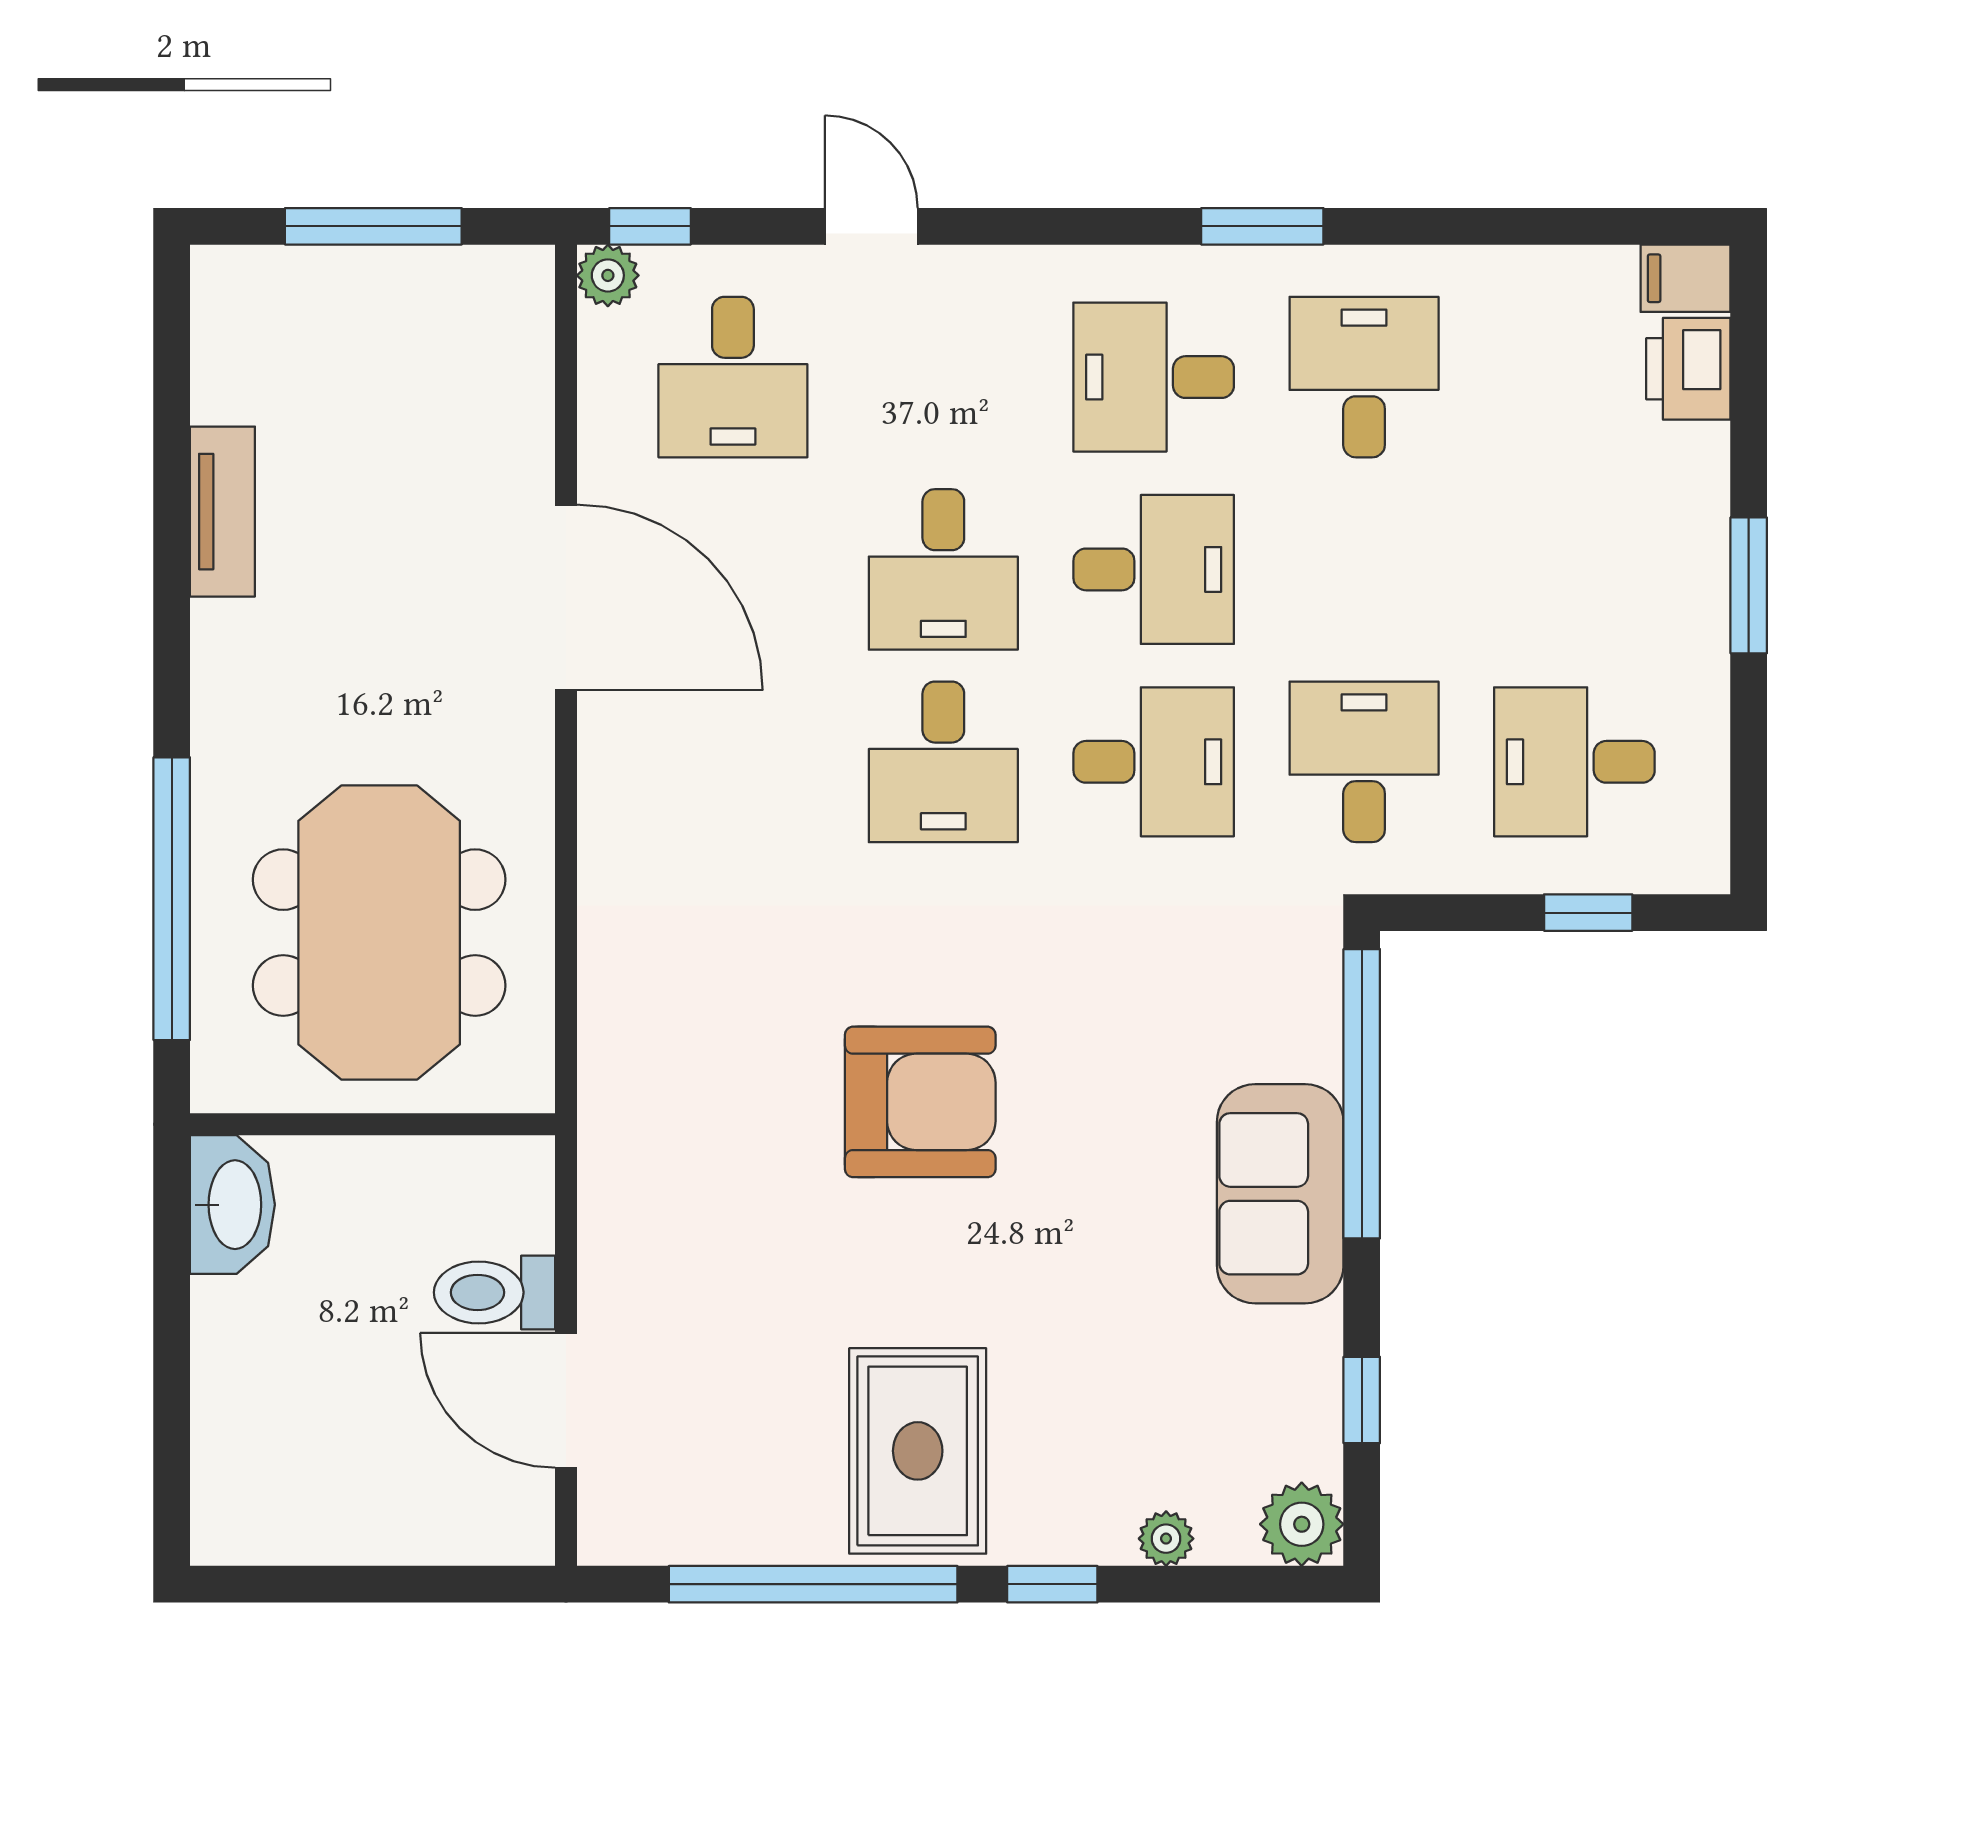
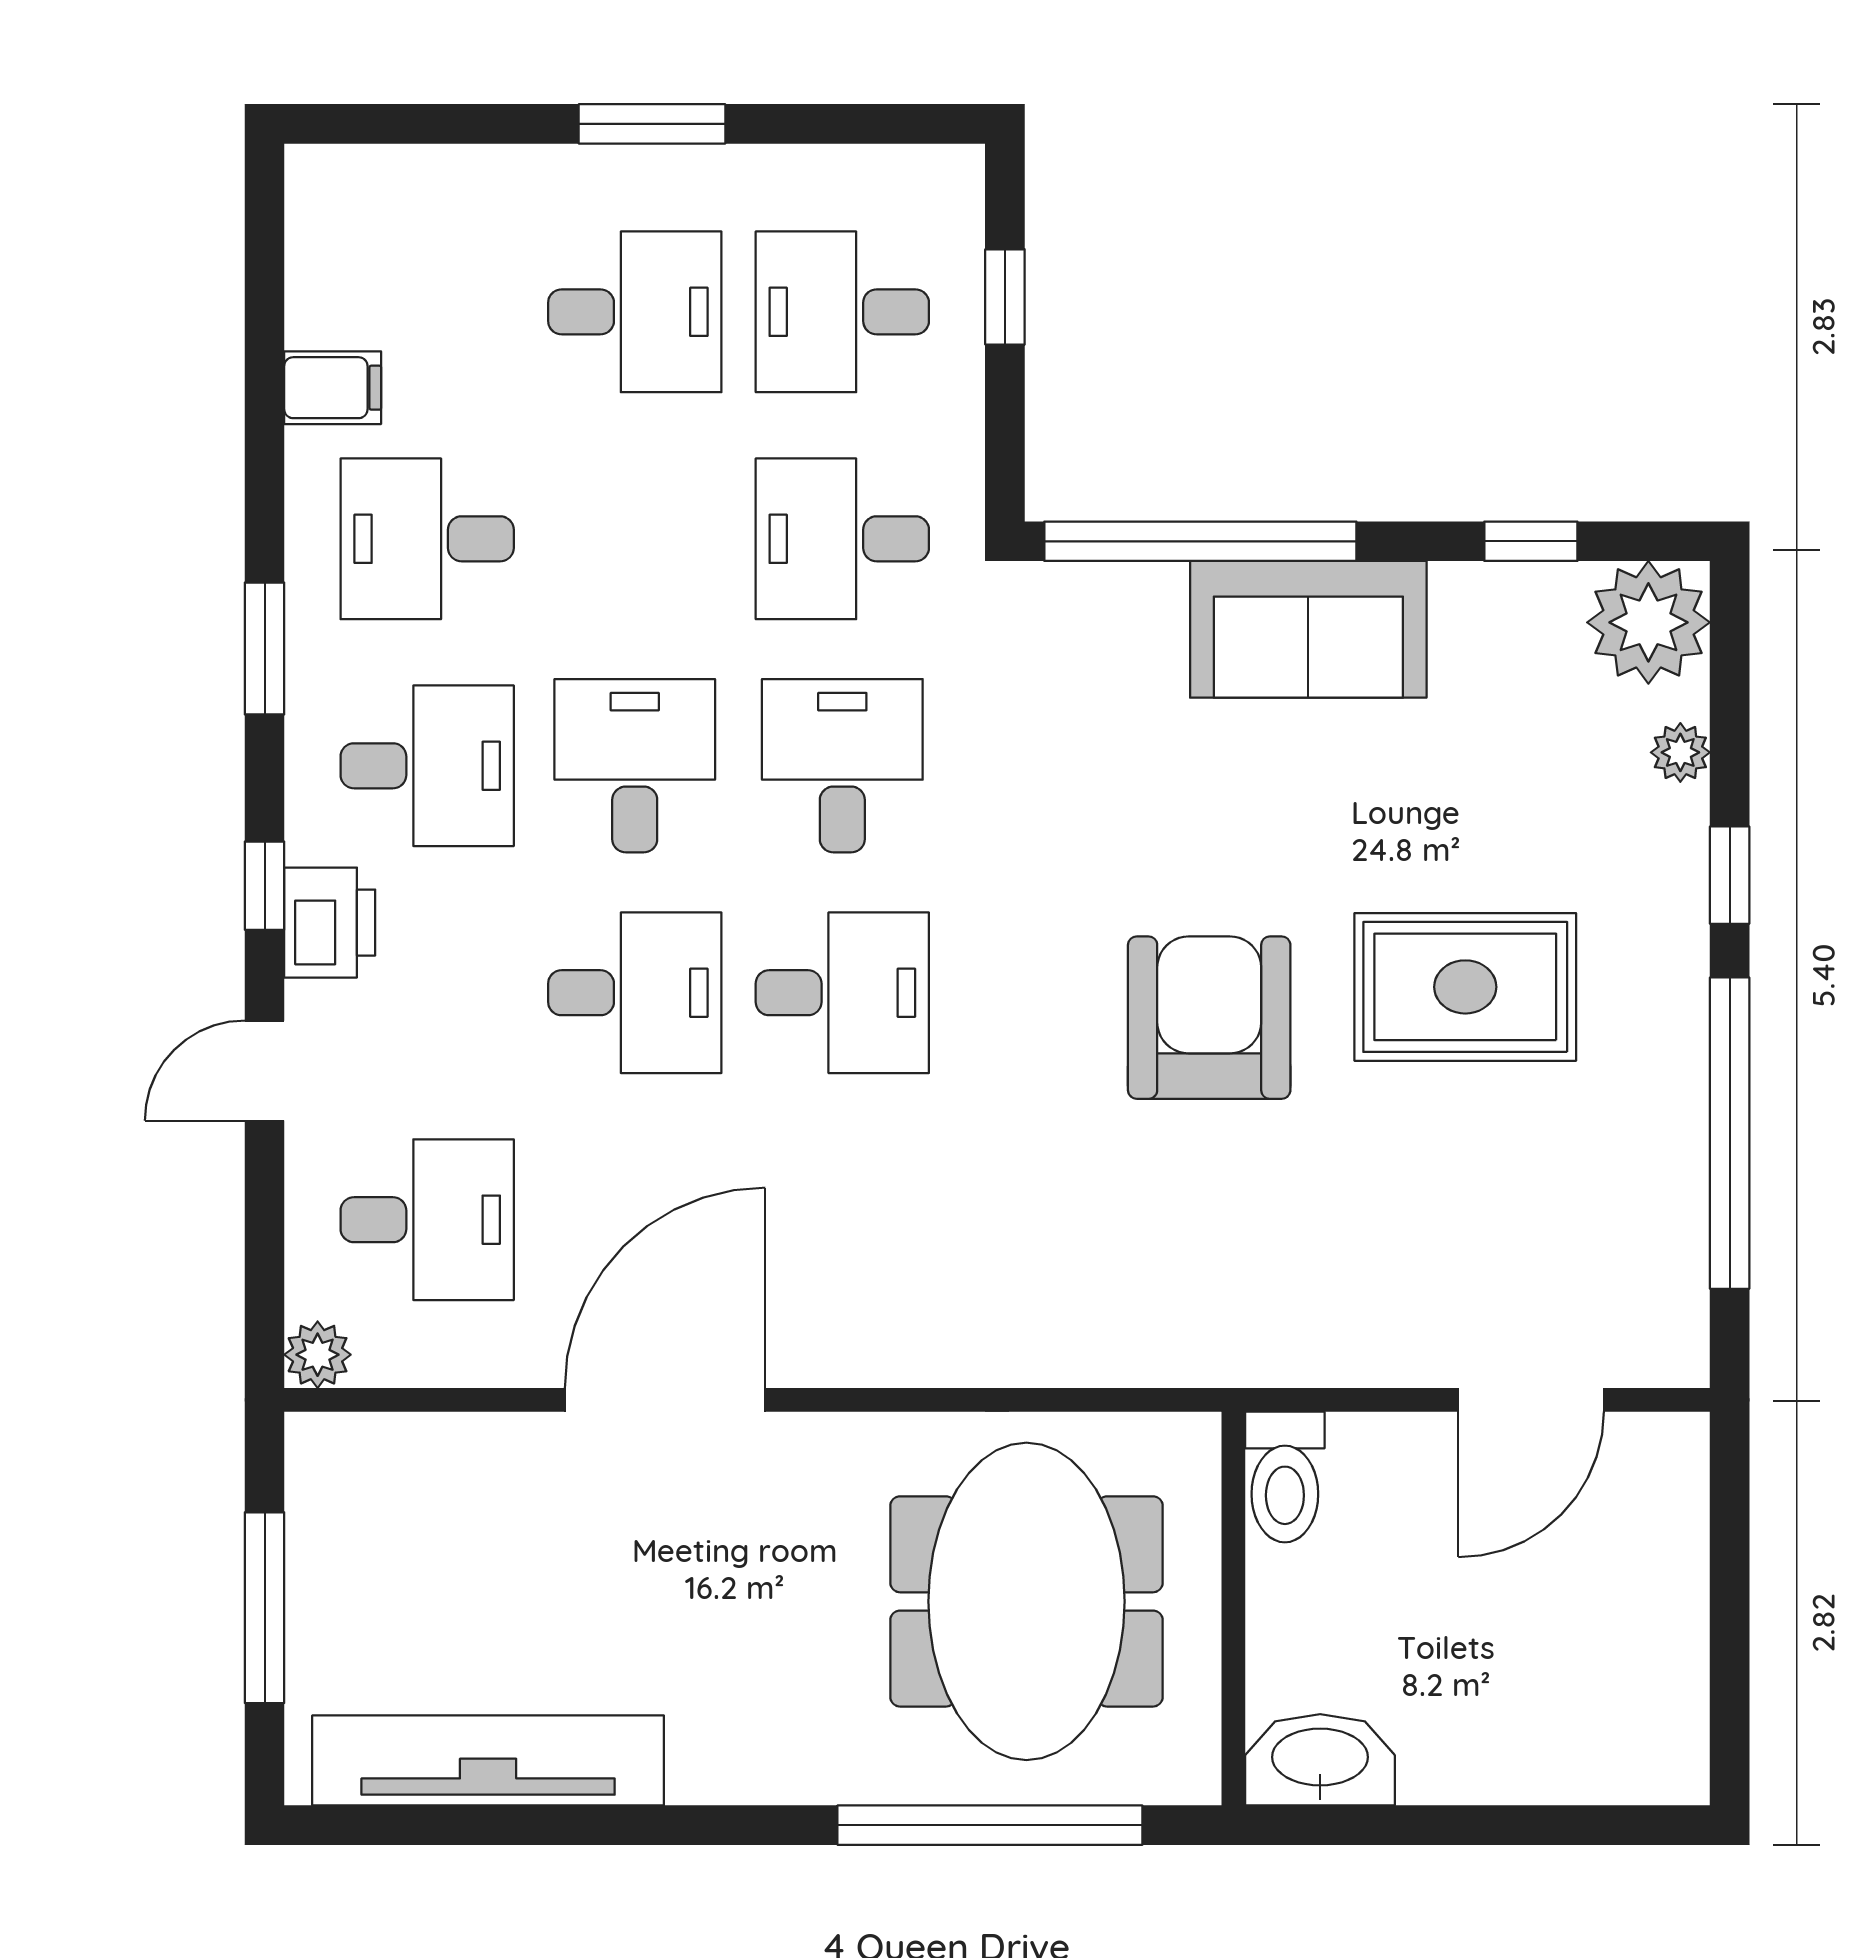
window: (650, 226) -> (265, 886), moved
filing cabinet: (1686, 278) -> (333, 388), moved, turned -90
printer: (1688, 369) -> (330, 923), moved, turned -90
desk: (1154, 377) -> (427, 766), turned -90
tv unit: (222, 512) -> (488, 1760), width x1.92, depth x1.29
desk: (1574, 569) -> (635, 312), added
desk: (1574, 762) -> (842, 312), turned 90
meeting table: (379, 933) -> (1026, 1601), turned 90
toilet: (494, 1292) -> (1285, 1477), moved
rug: (918, 1451) -> (1465, 987), moved
plant: (1302, 1524) -> (1648, 622), width x1.36, depth x1.36

